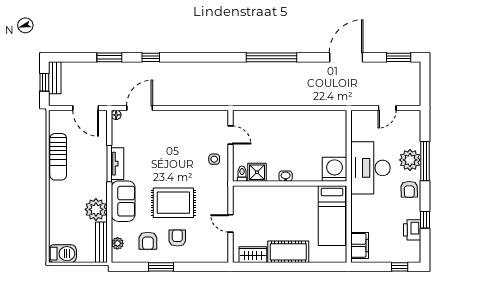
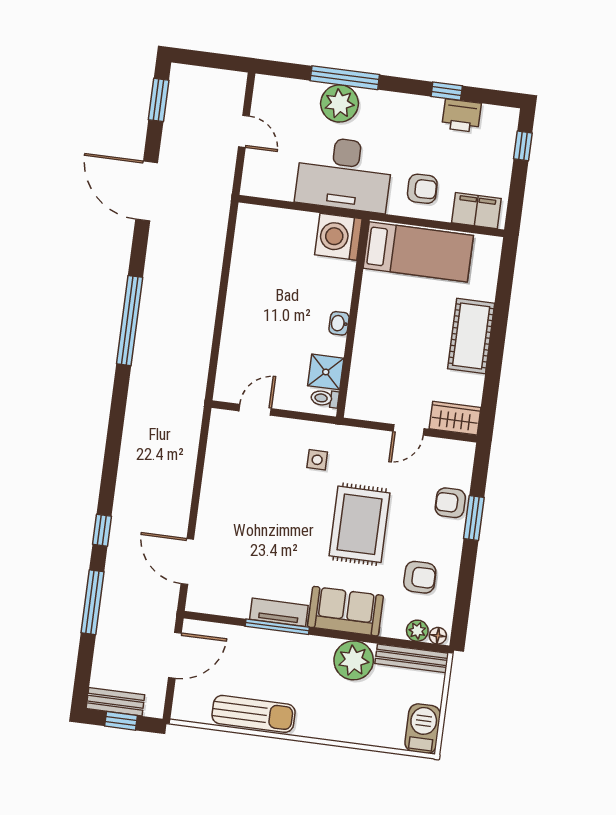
window: (109, 57) -> (92, 602), width x1.44
floor lamp: (116, 115) -> (438, 636), moved
side table: (214, 159) -> (317, 460), moved
armchair: (409, 189) -> (422, 189), moved
armchair: (177, 238) -> (450, 503), moved
wardrobe: (253, 255) -> (455, 418), moved, turned 90
window: (161, 267) -> (474, 518), moved

